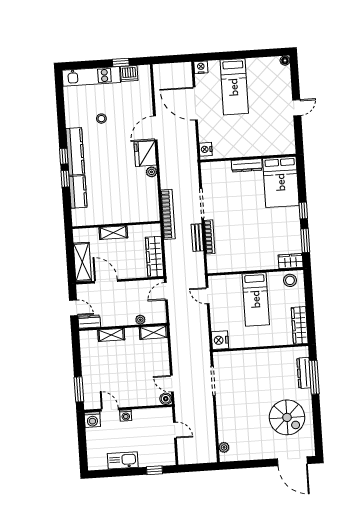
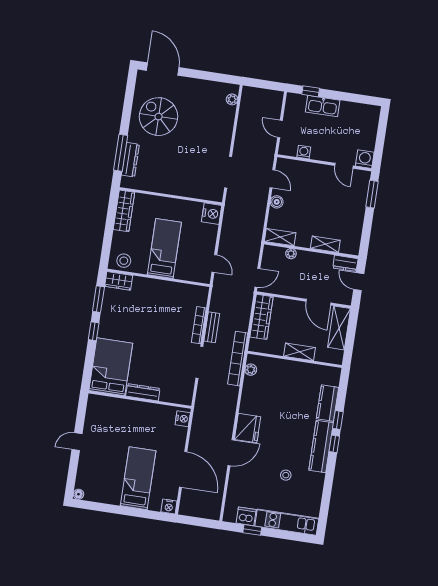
plant: (152, 172) -> (251, 370), moved
boiler: (166, 399) -> (277, 202), moved
washing machine: (126, 415) -> (304, 152), moved
kitchen sink: (123, 460) -> (323, 106), moved

